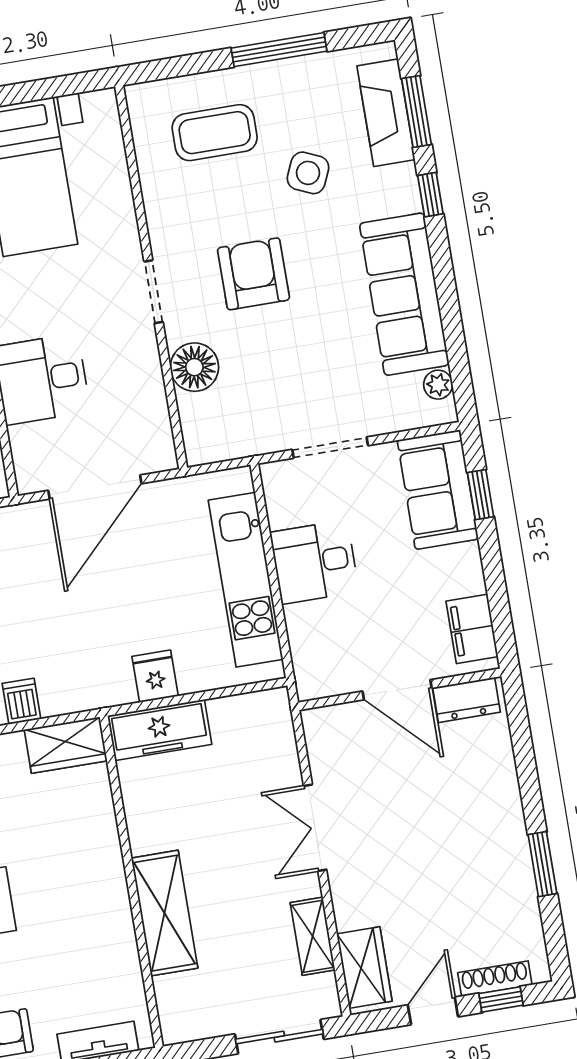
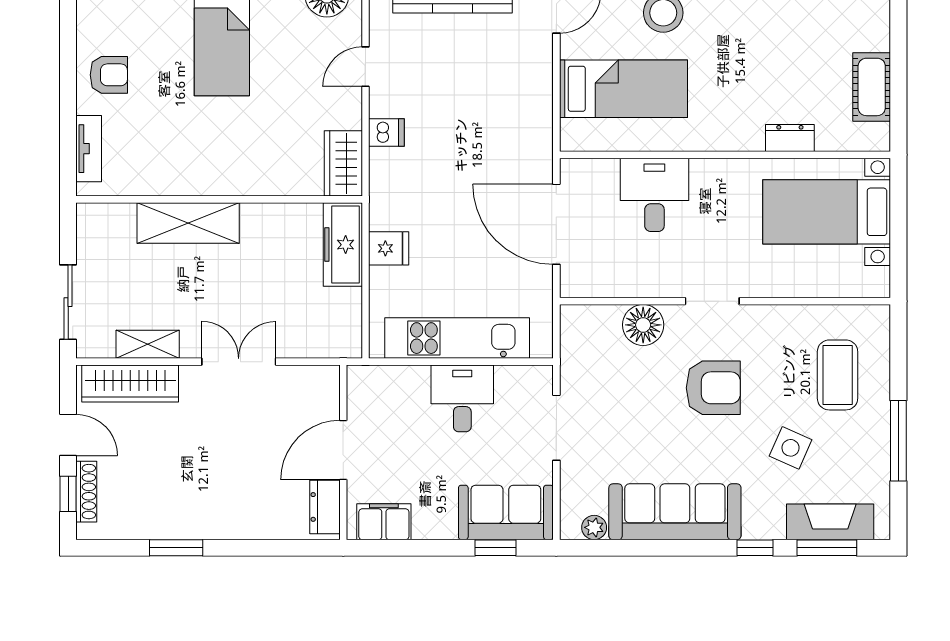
wardrobe: (364, 968) -> (130, 383), width x1.50

